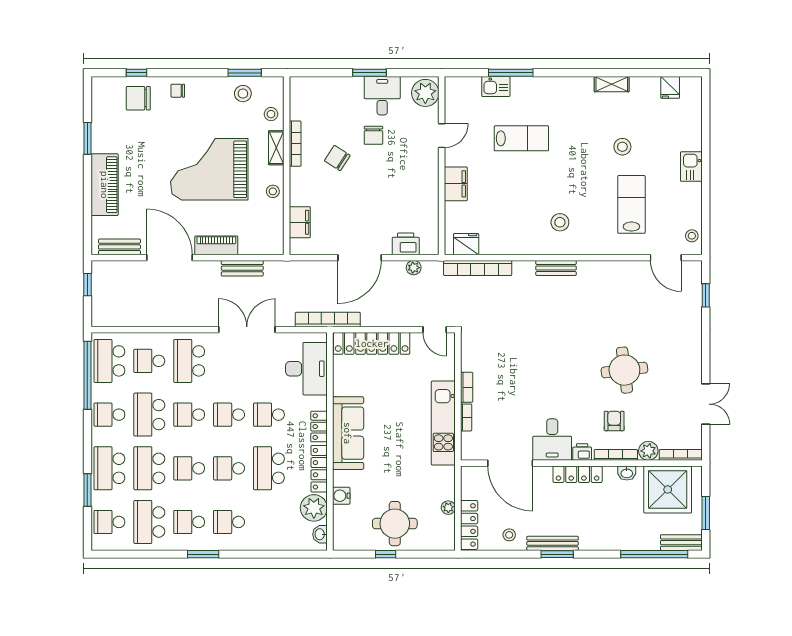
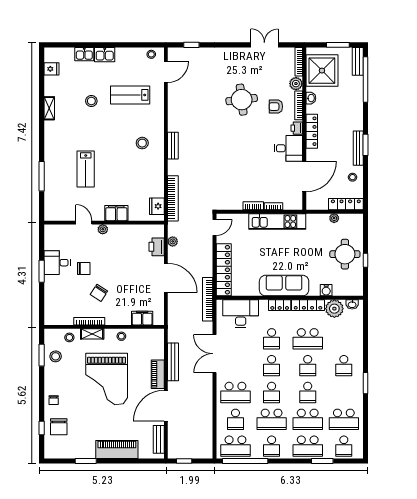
kitchen sink: (496, 87) -> (84, 54), moved, turned 90
plant: (425, 93) -> (103, 229), moved, width x0.53, depth x0.53
lab bench: (521, 138) -> (86, 169), turned 180
bench: (242, 268) -> (173, 362), width x1.36
school desk: (189, 522) -> (344, 392), removed

